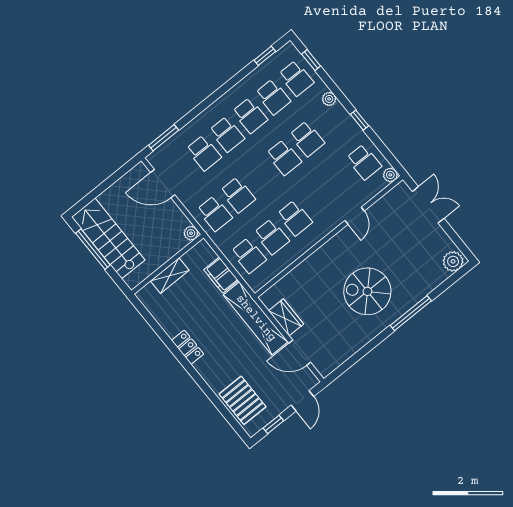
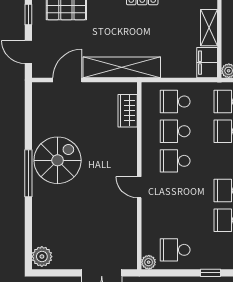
door: (355, 216) -> (139, 187), moved
filing cabinet: (221, 275) -> (207, 63), moved, turned -90
spiral stairs: (367, 291) -> (58, 160), moved
window: (411, 313) -> (28, 173), moved
wardrobe: (286, 317) -> (128, 111), moved, turned 90

